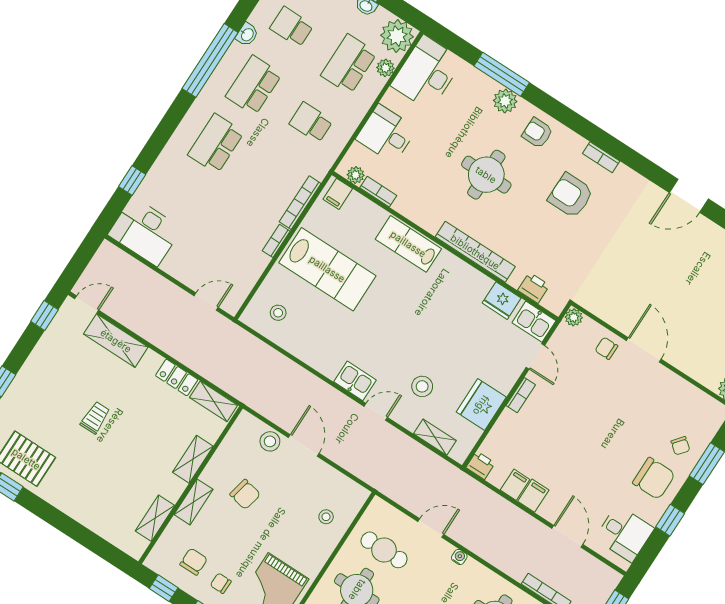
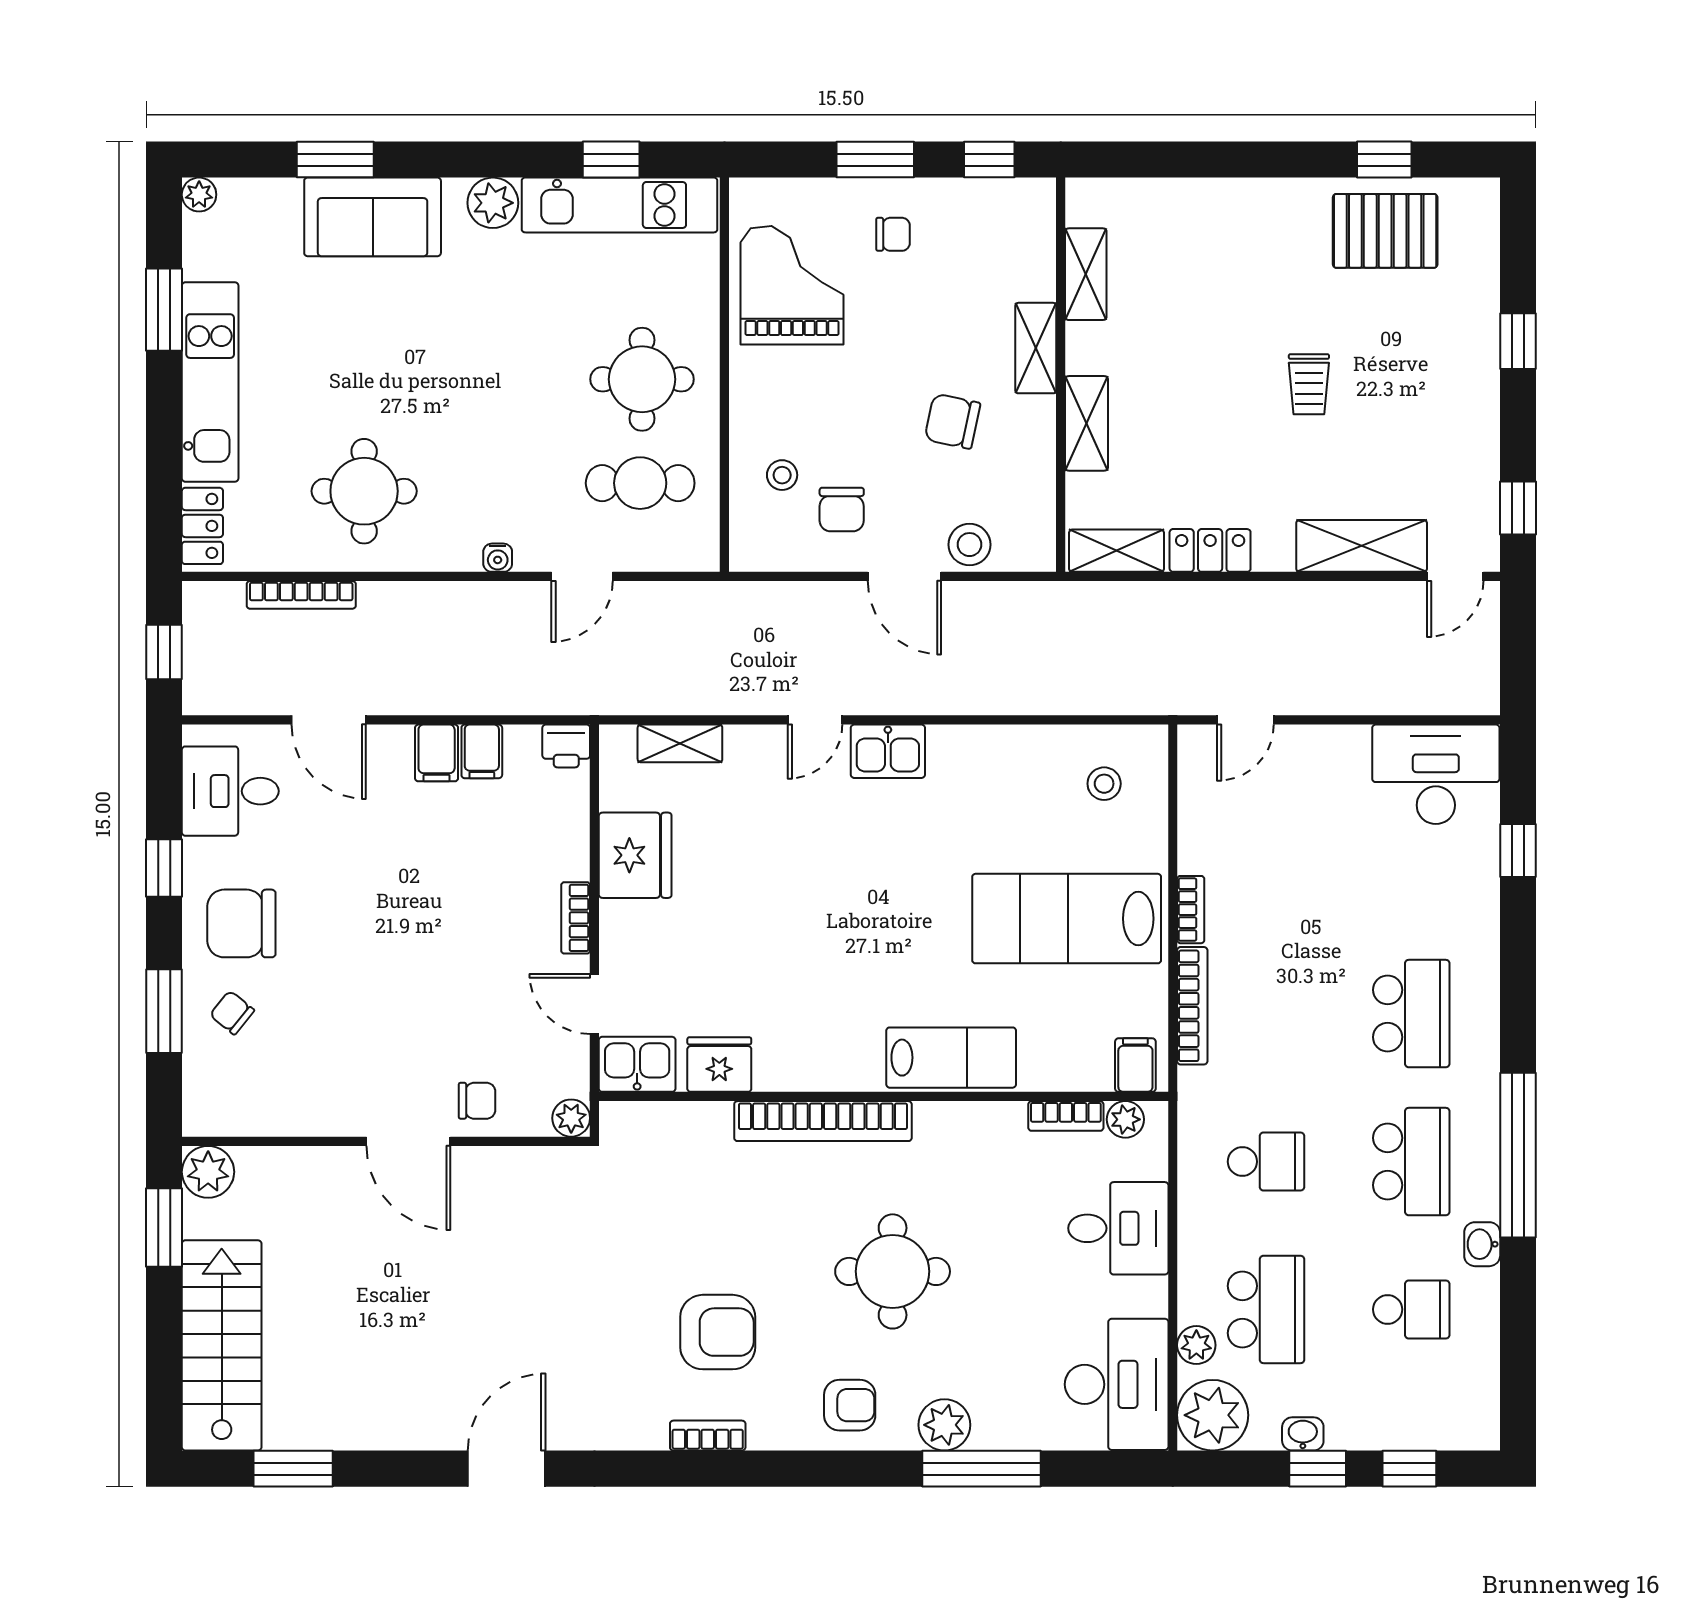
printer: (534, 288) -> (677, 1124), removed
stool: (422, 386) -> (762, 819), removed
chair: (194, 562) -> (842, 509), moved

